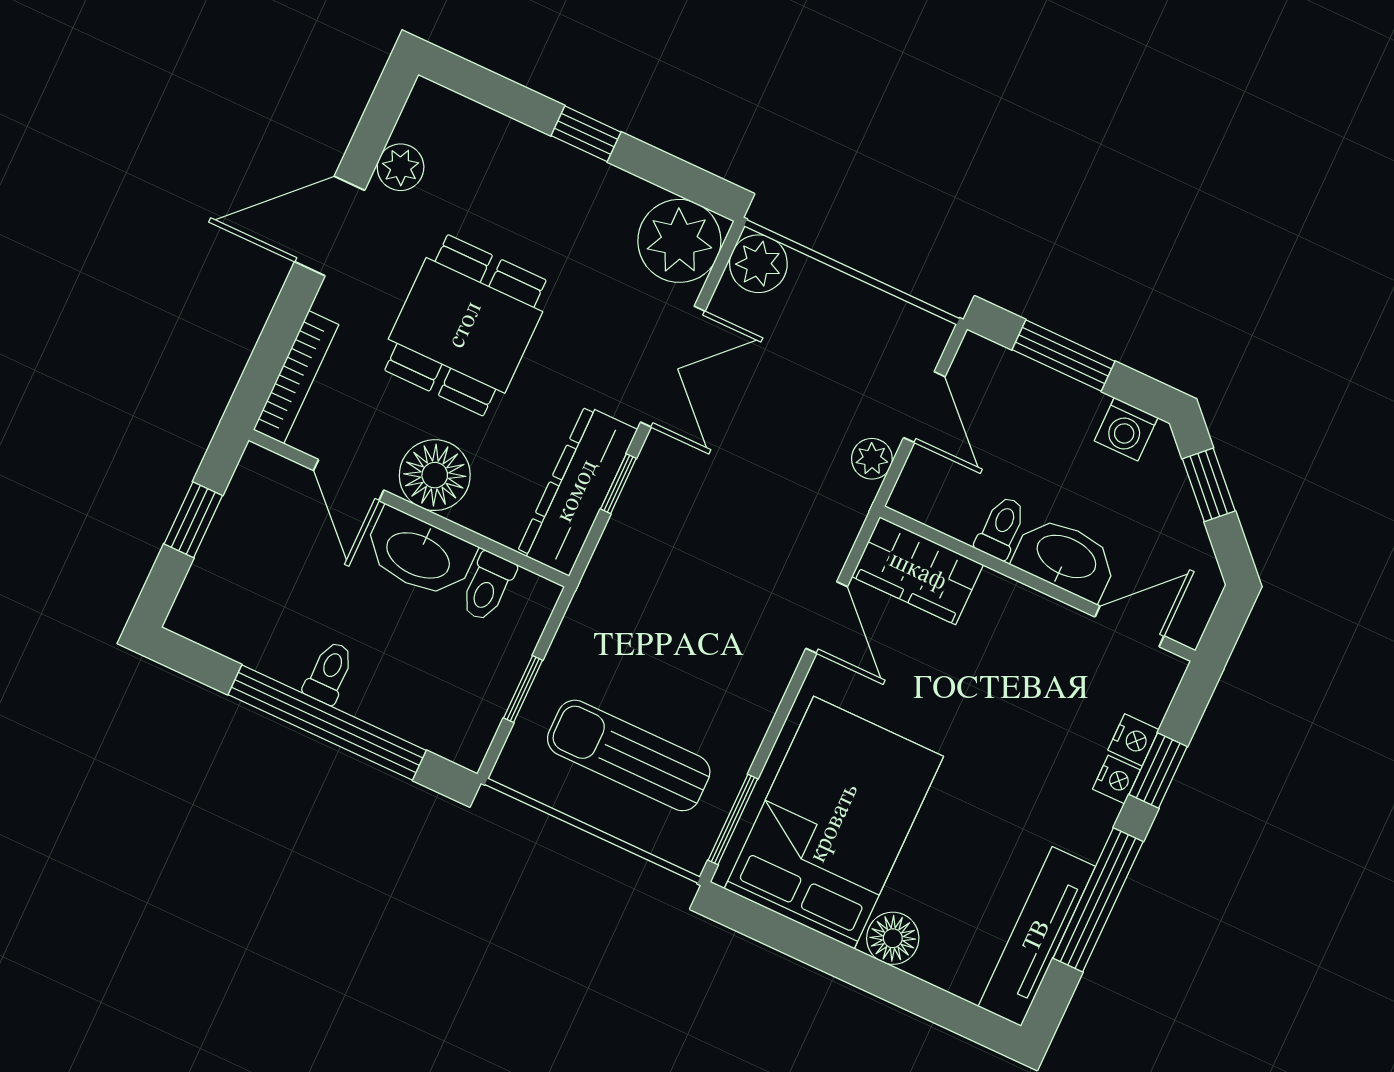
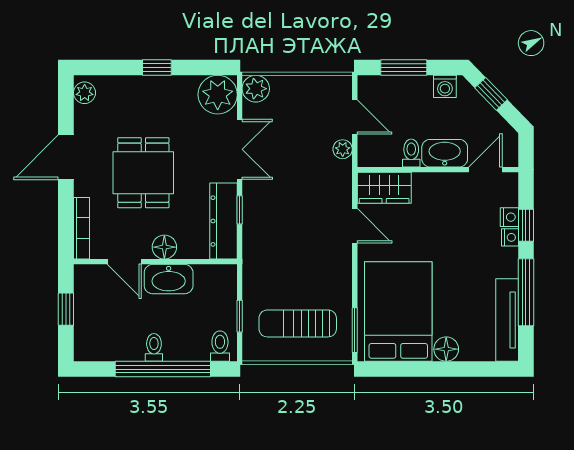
plant: (401, 167) -> (85, 93), moved
floor lamp: (435, 475) -> (164, 247), width x0.73, depth x0.73
toilet: (488, 587) -> (220, 346), moved, turned 180

